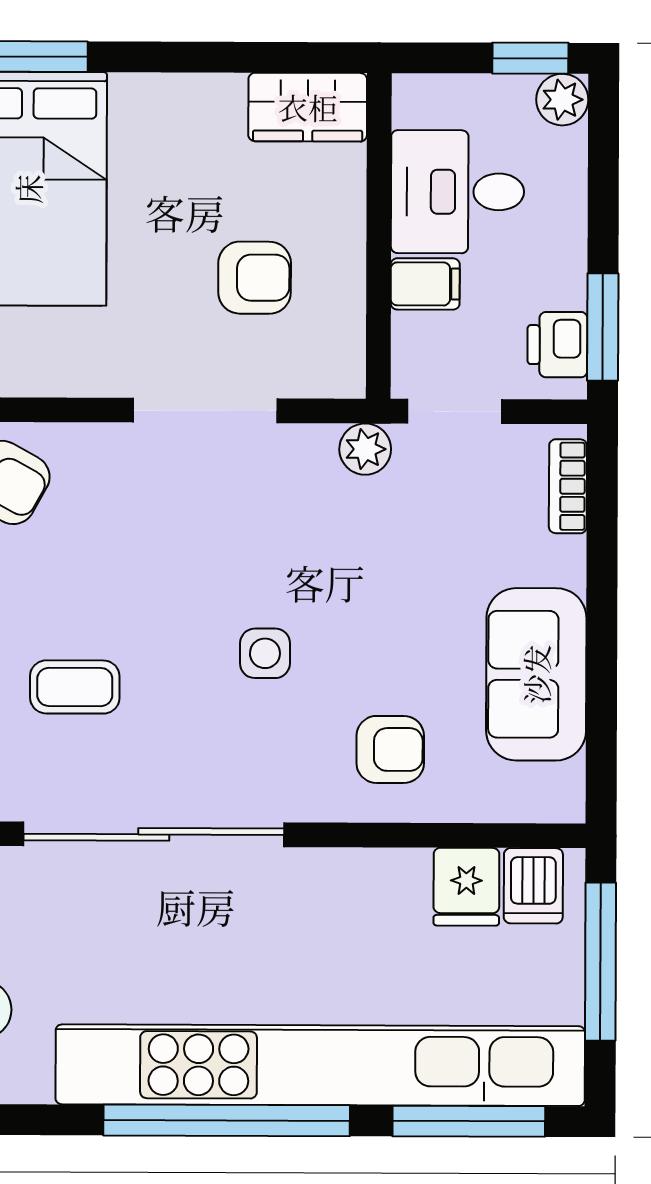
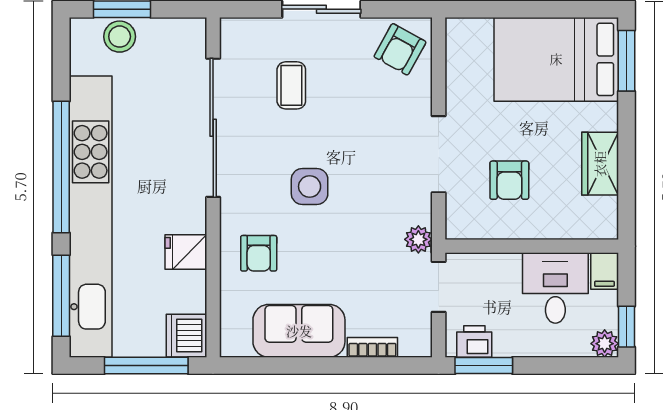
wardrobe: (308, 107) -> (600, 164), moved
filing cabinet: (425, 284) -> (604, 271), moved
bookcase: (568, 486) -> (372, 347), moved
side table: (265, 653) -> (310, 186), width x1.37, depth x1.37
dishwasher: (533, 886) -> (186, 336), width x1.38
fridge: (466, 887) -> (186, 252), moved

